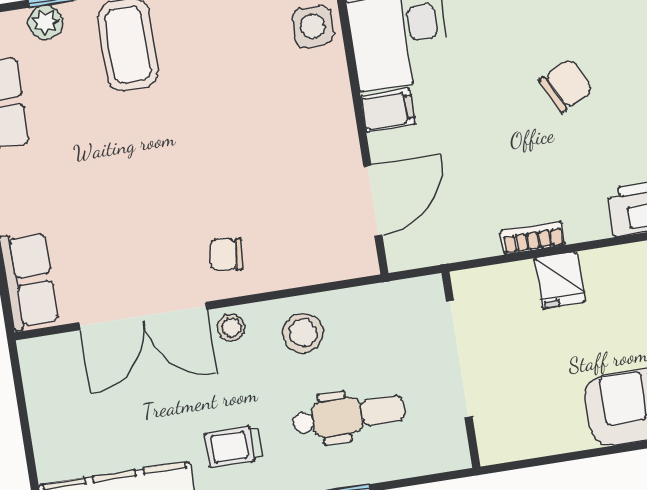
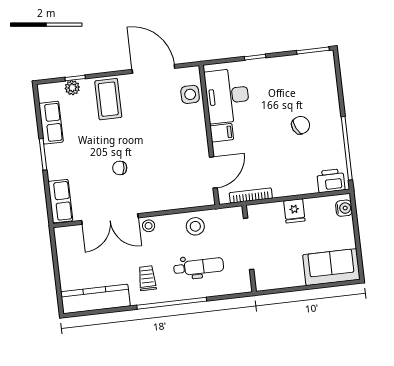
bookcase: (533, 238) -> (251, 195), moved, width x1.56
chair: (226, 255) -> (120, 168), moved
stool: (303, 333) -> (195, 226), moved
trolley: (233, 446) -> (147, 278), turned 90

